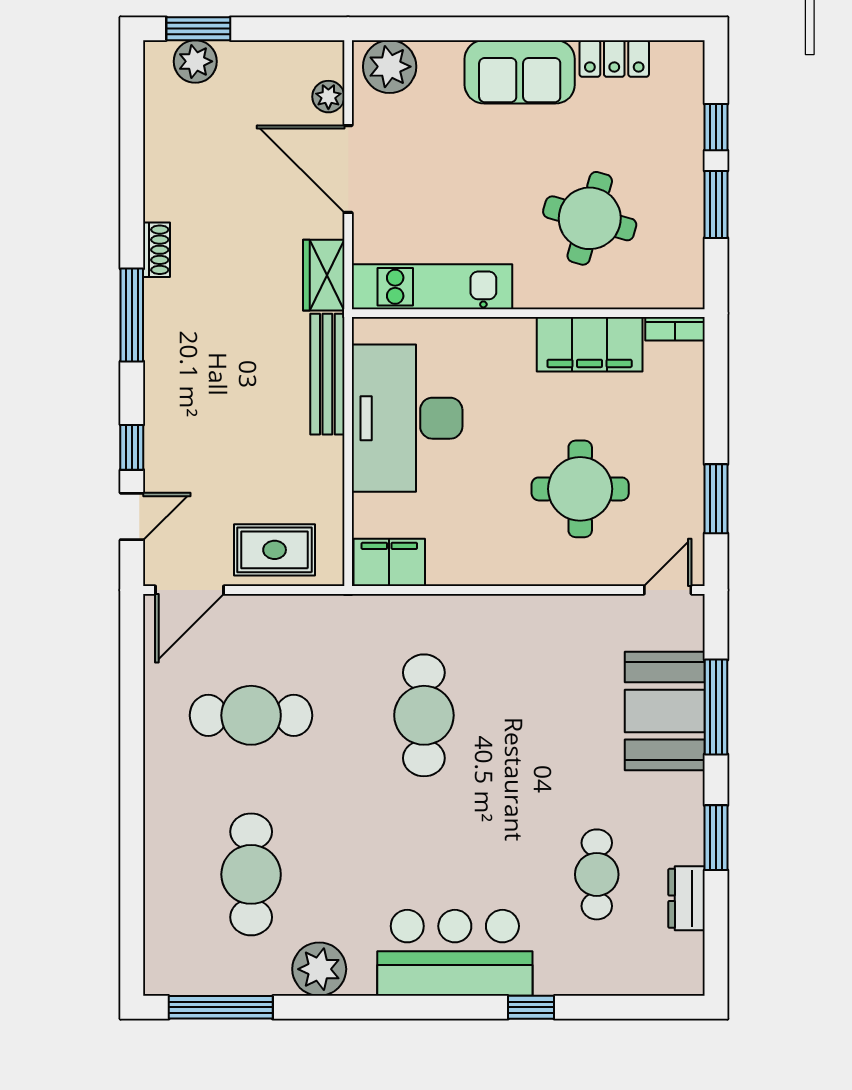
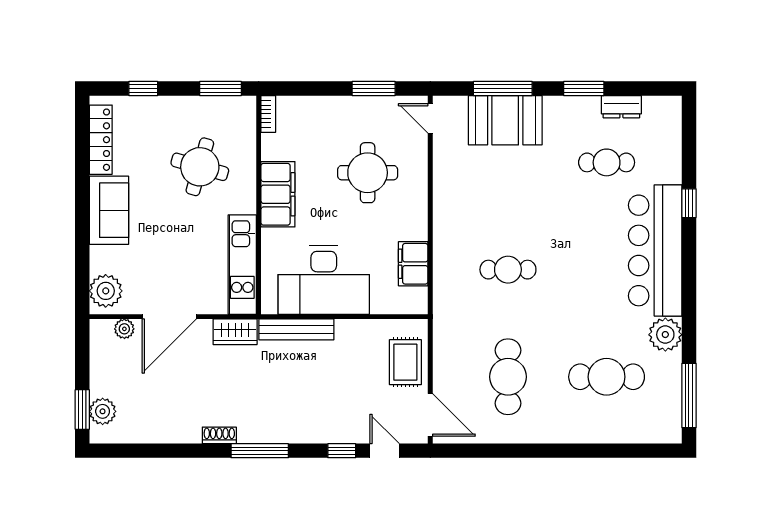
locker: (614, 59) -> (101, 140), width x1.53
window: (716, 204) -> (220, 89), moved
filing cabinet: (590, 344) -> (278, 194), moved
filing cabinet: (389, 562) -> (413, 264), moved
cafe table: (424, 715) -> (508, 270), width x0.73, depth x0.74
bar counter: (455, 953) -> (655, 250), width x1.36

